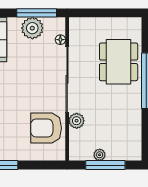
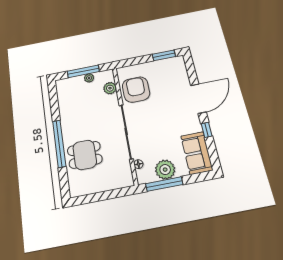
dining table: (119, 62) -> (85, 155), width x0.73
plant: (77, 121) -> (110, 88), moved
armchair: (46, 128) -> (136, 90), turned -90

